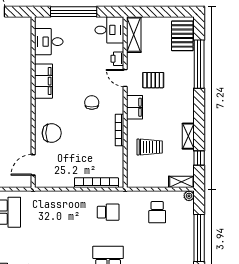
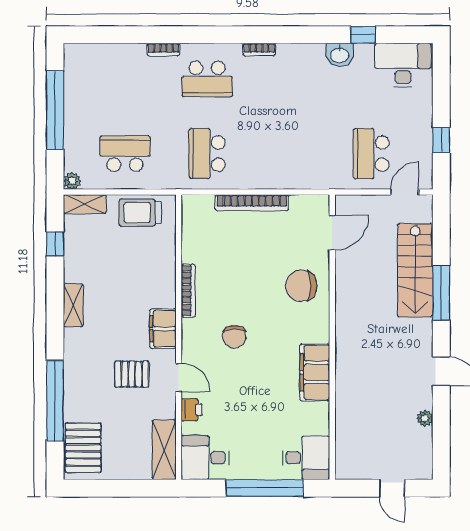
desk: (49, 42) -> (306, 458), moved
shelving: (188, 136) -> (73, 305), moved
trolley: (150, 147) -> (140, 213), moved
bookcase: (96, 183) -> (252, 203), moved
school desk: (108, 212) -> (207, 154), width x1.85
school desk: (157, 212) -> (125, 154), width x1.85

